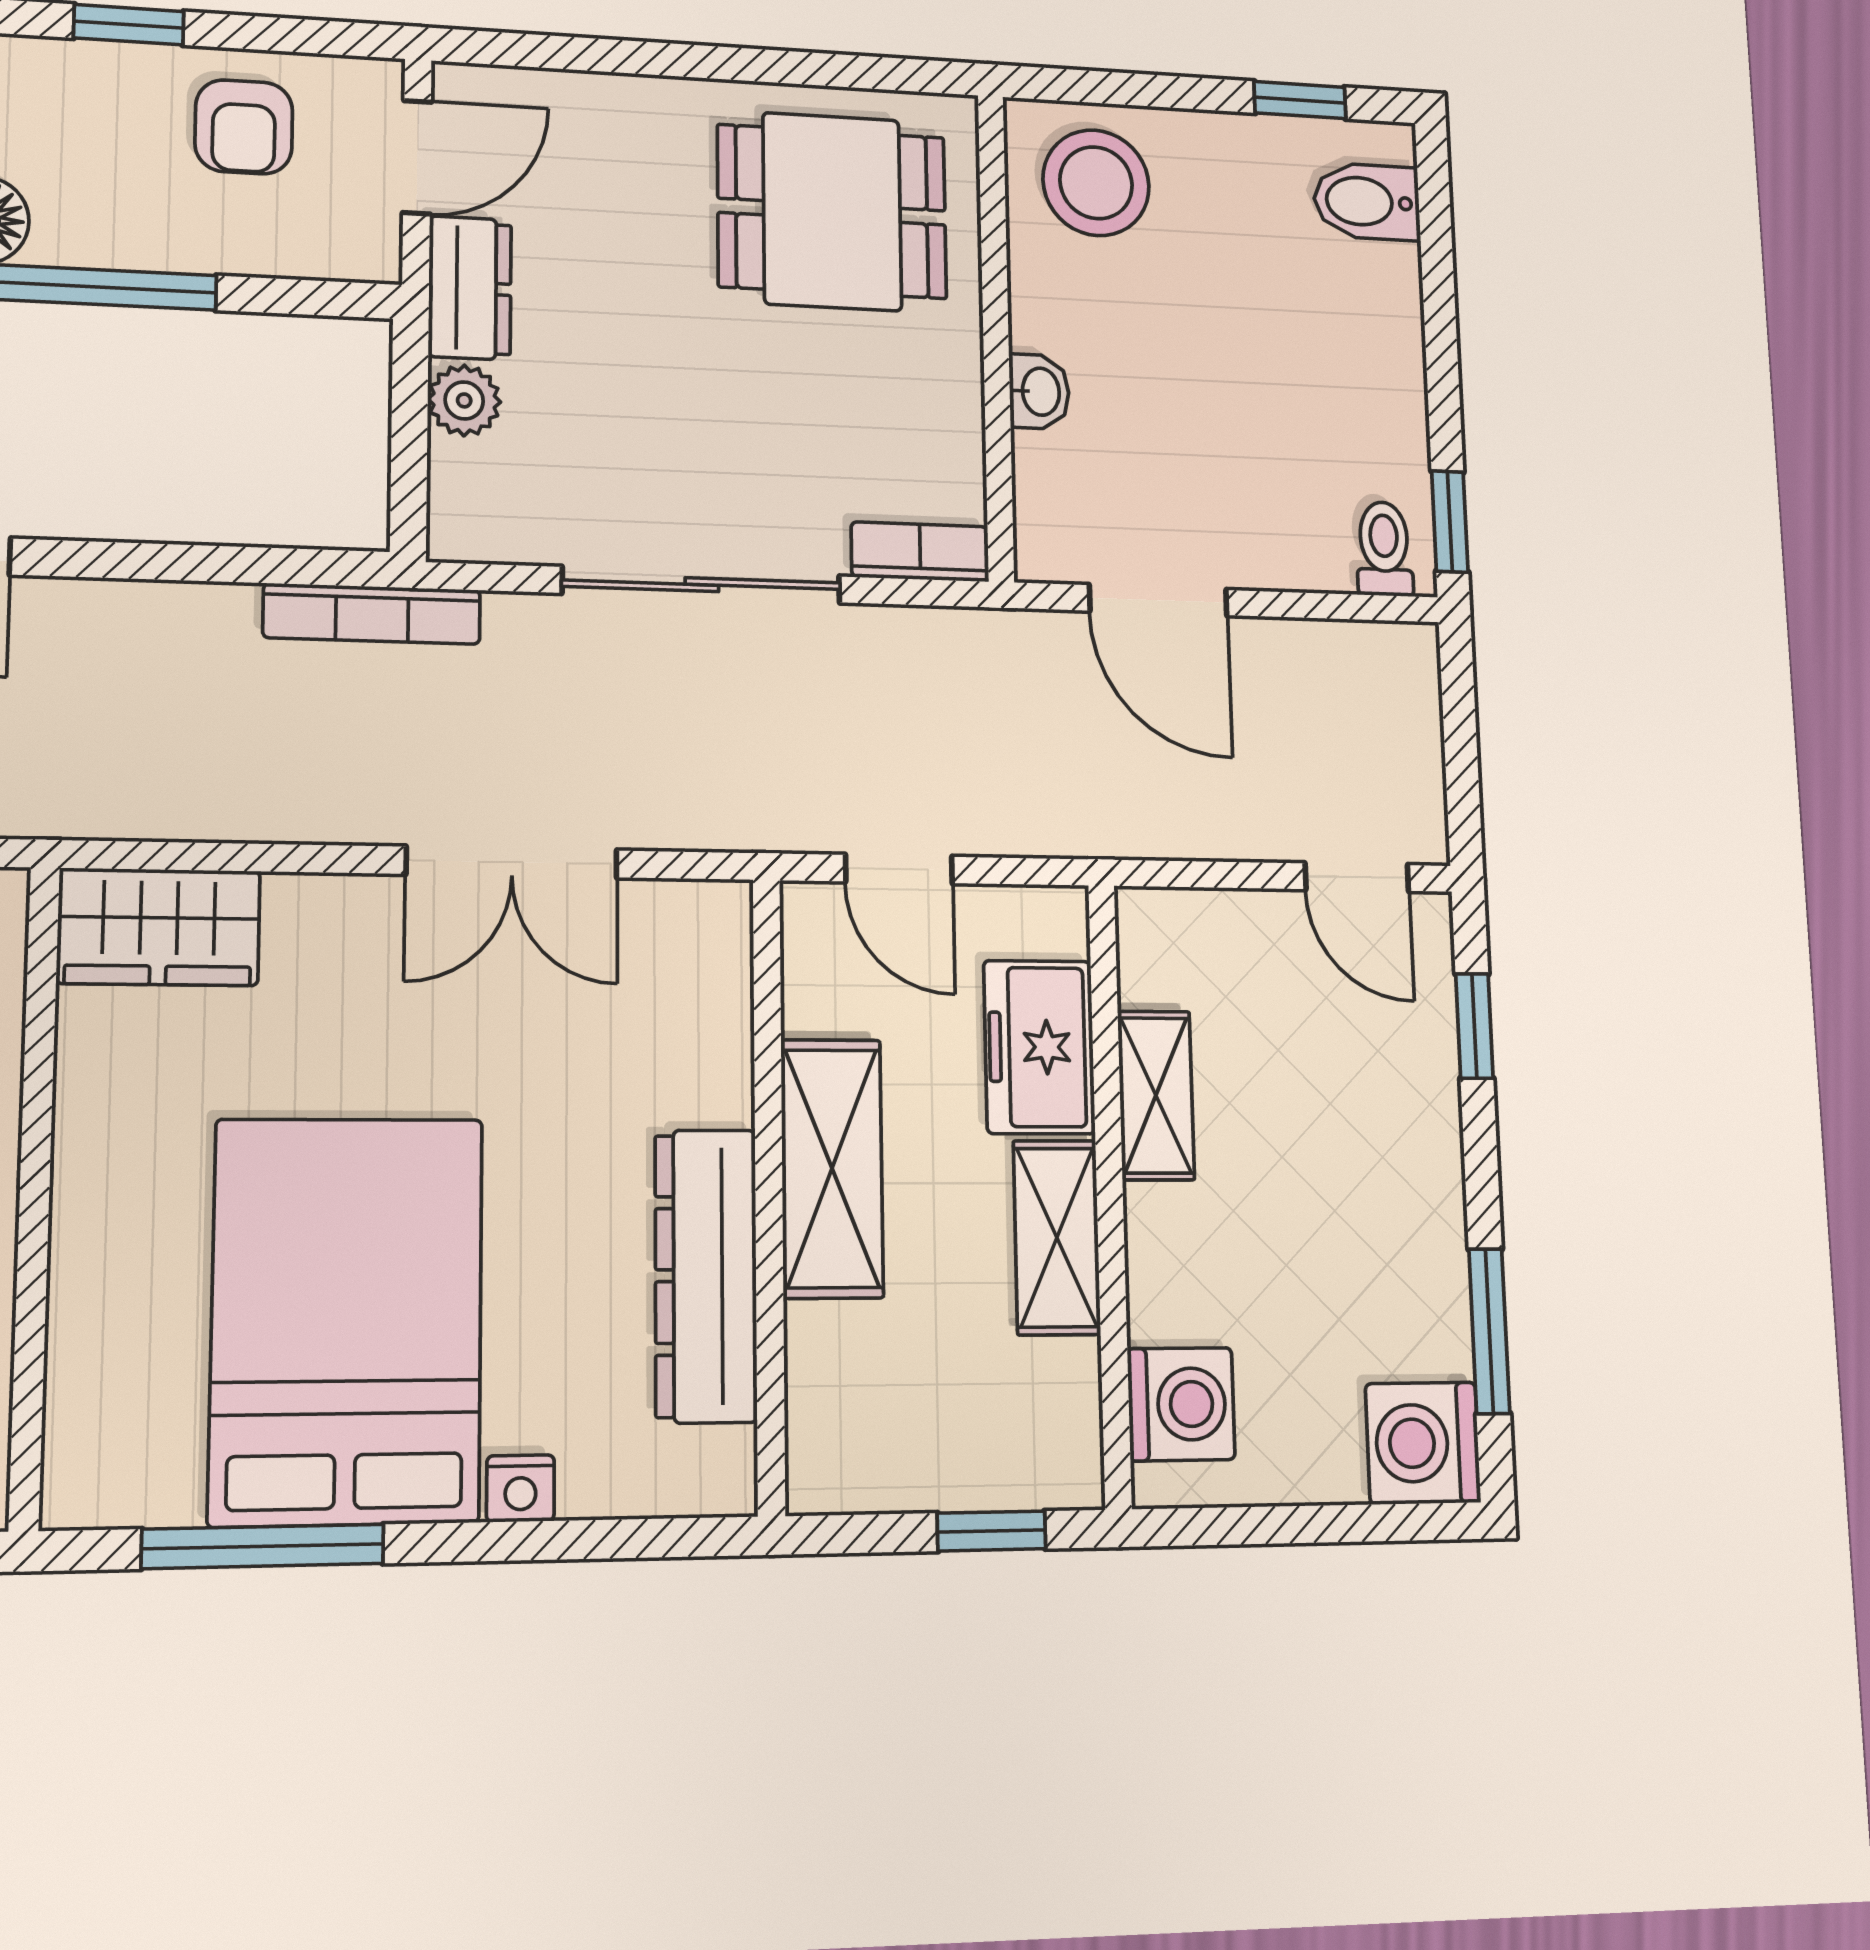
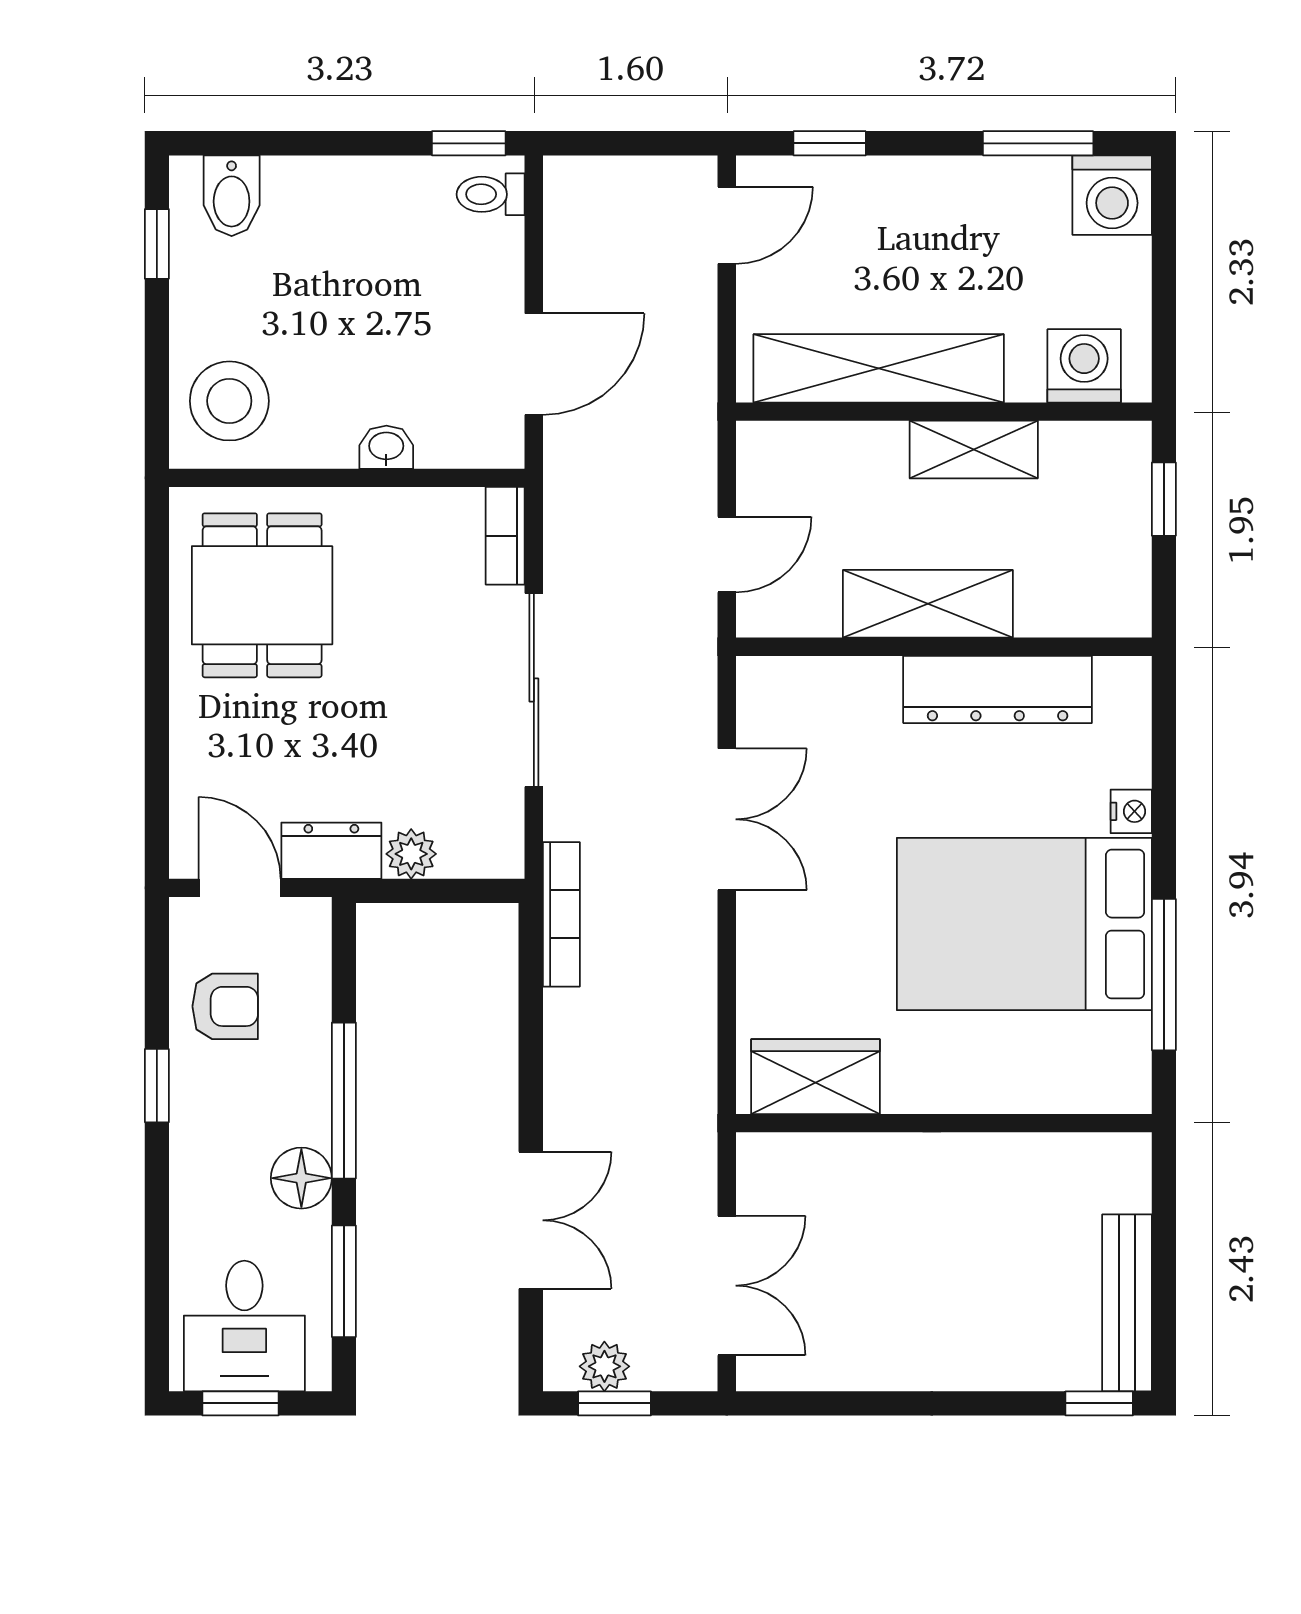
wardrobe: (159, 927) -> (816, 1077), moved, turned -90
freezer: (1039, 1047) -> (847, 459), removed
shelving: (1156, 1095) -> (879, 368), width x2.20, depth x1.33

